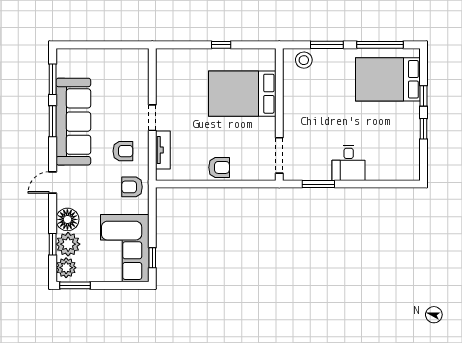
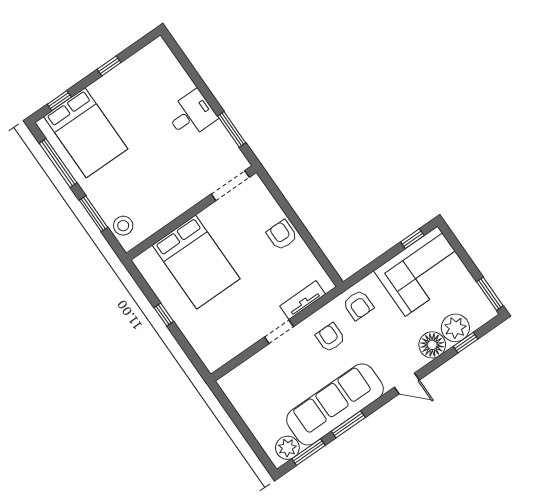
window: (424, 96) -> (59, 101), moved
plant: (66, 268) -> (287, 448), moved

